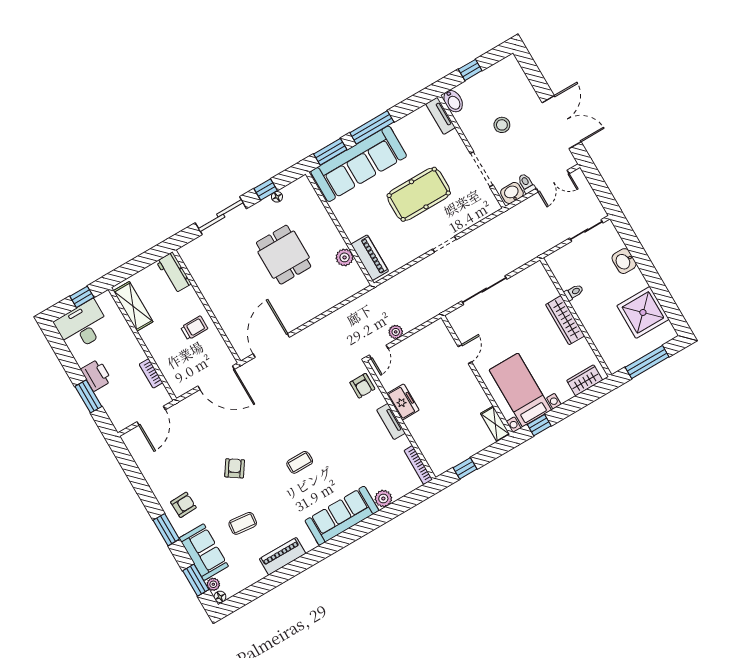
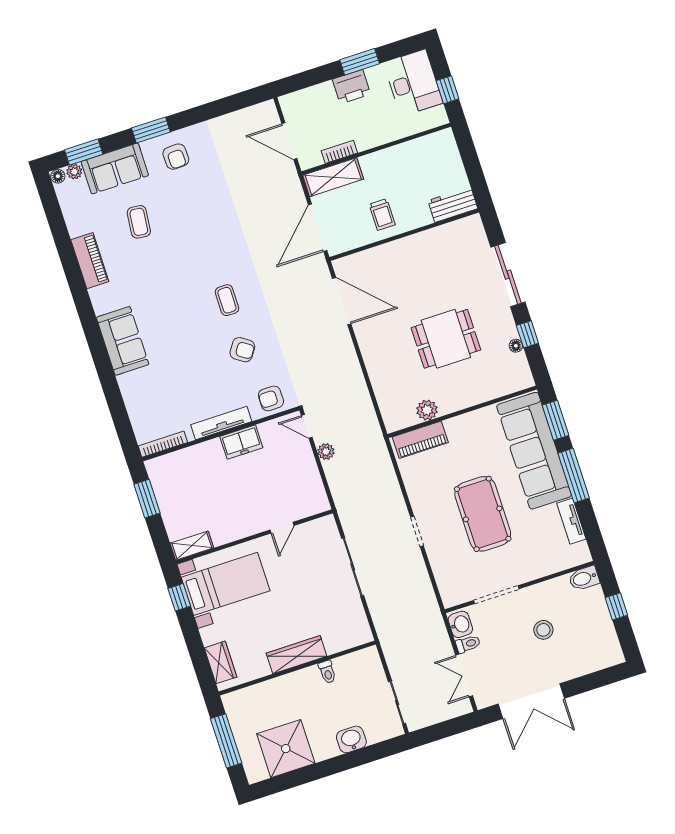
tv unit: (441, 116) -> (571, 521), moved, turned -90
shelving: (133, 306) -> (333, 177), moved
door: (465, 354) -> (282, 528), hinge flipped
window: (88, 396) -> (360, 62), moved
tv unit: (391, 422) -> (221, 423), width x1.41
coffee table: (300, 462) -> (227, 300), moved
armchair: (235, 468) -> (242, 350), moved
window: (465, 468) -> (147, 499), width x1.50
plant: (383, 498) -> (132, 394), removed
sofa: (342, 516) -> (123, 341), width x0.73

